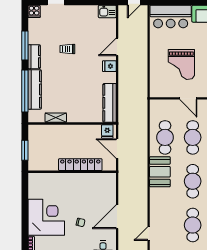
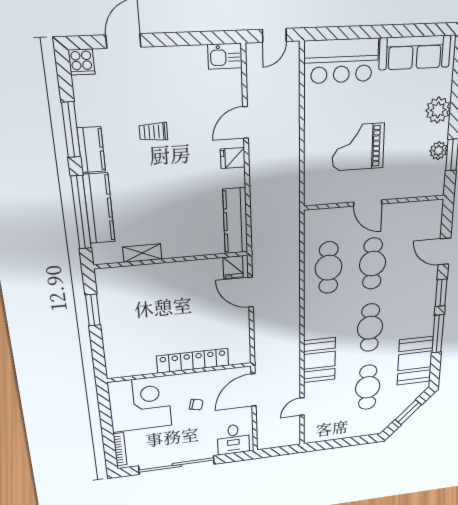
grand piano: (181, 64) -> (358, 147), turned 90
locker: (80, 165) -> (193, 361), moved
wall: (72, 172) -> (180, 372), moved
booth: (160, 172) -> (319, 360), moved

